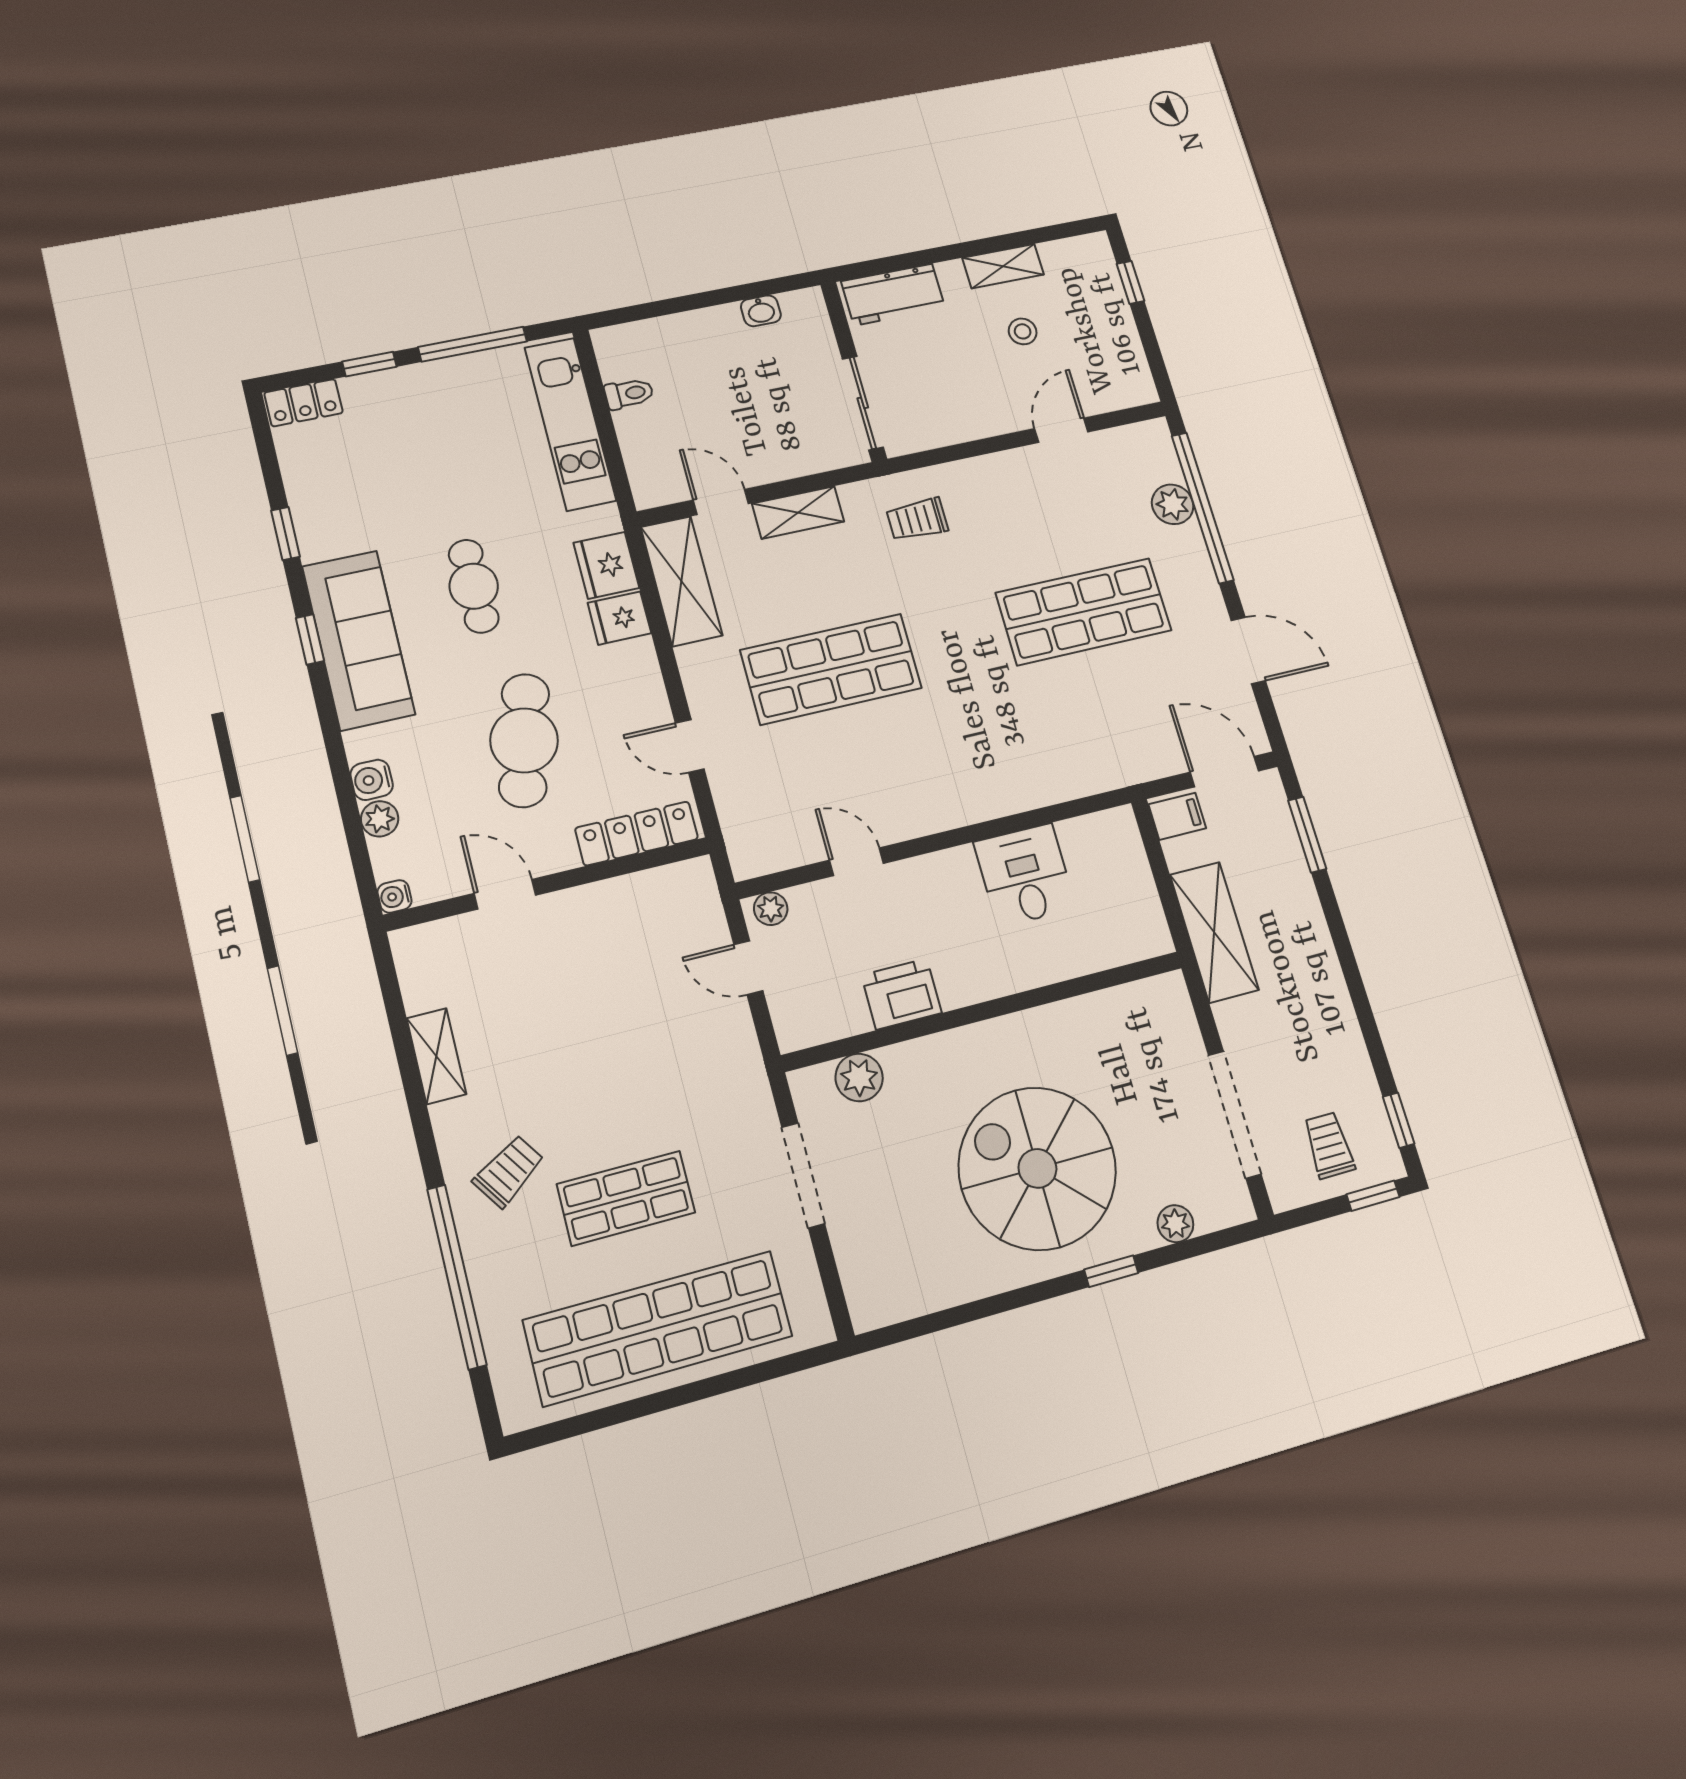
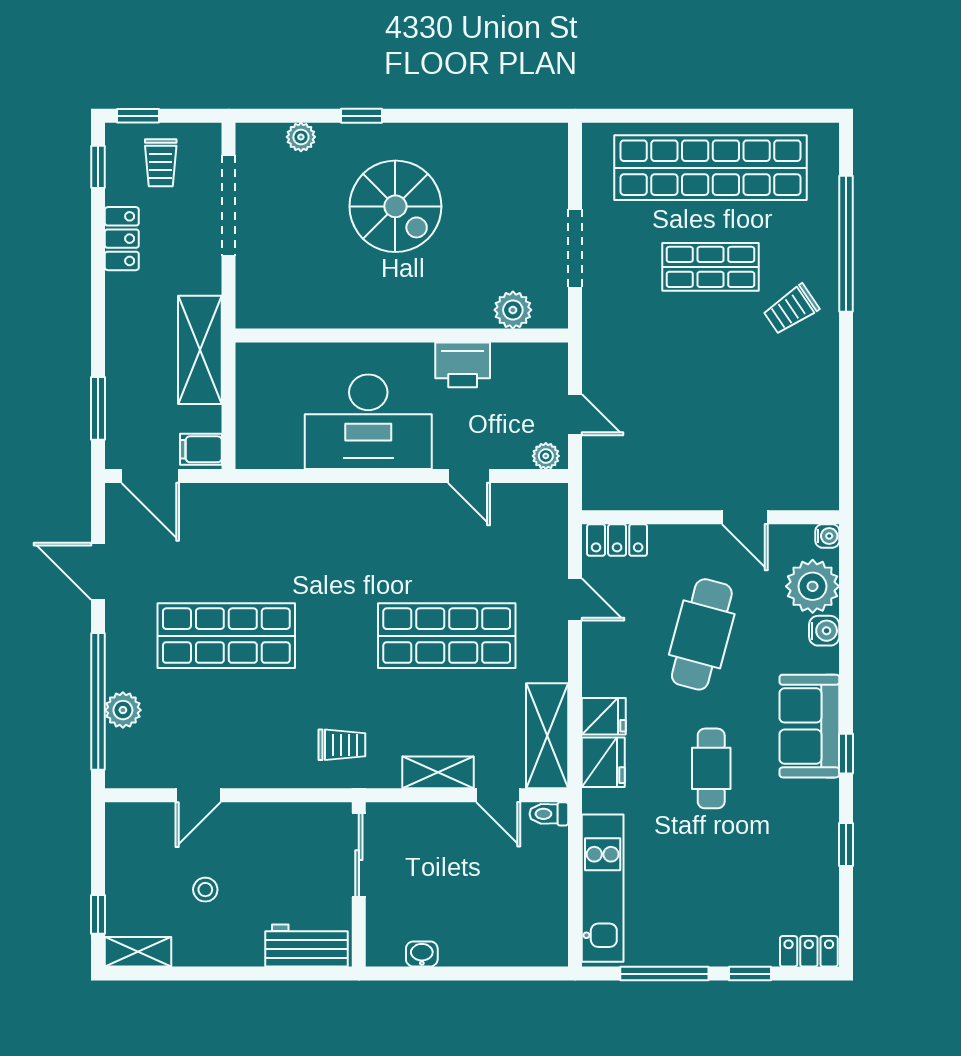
shelving: (1003, 266) -> (138, 952), moved
toilet: (629, 394) -> (549, 814), moved
sofa: (358, 640) -> (809, 726), width x0.73
plant: (380, 819) -> (813, 586), width x1.87, depth x1.87
locker: (637, 833) -> (617, 540), width x0.66
desk: (1025, 875) -> (368, 422), width x1.87, depth x1.30
locker: (1344, 1041) -> (122, 239), added
shelving: (436, 1056) -> (824, 408), removed
spiral stairs: (1037, 1168) -> (395, 206), width x0.73, depth x0.73

